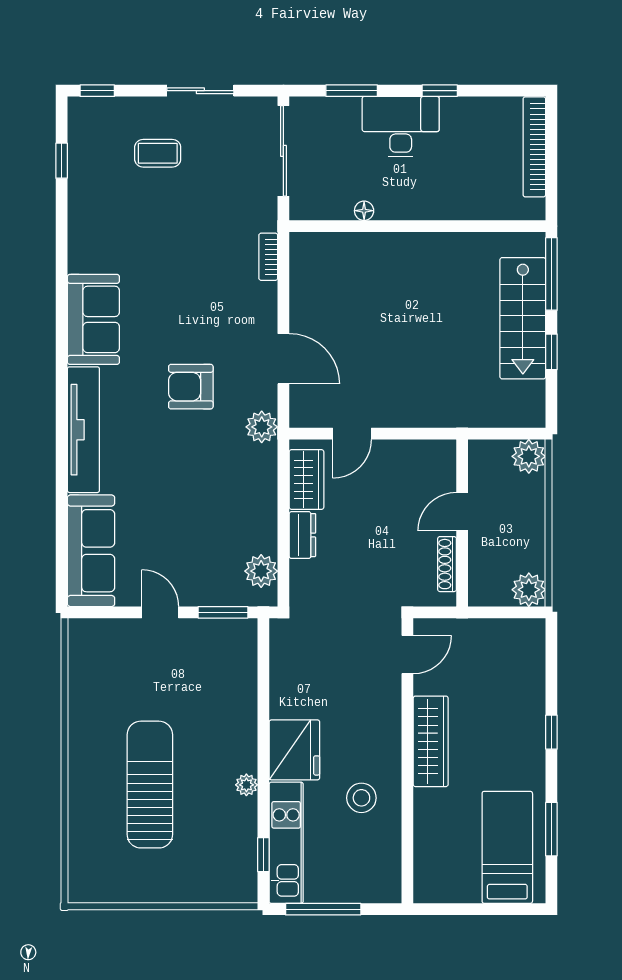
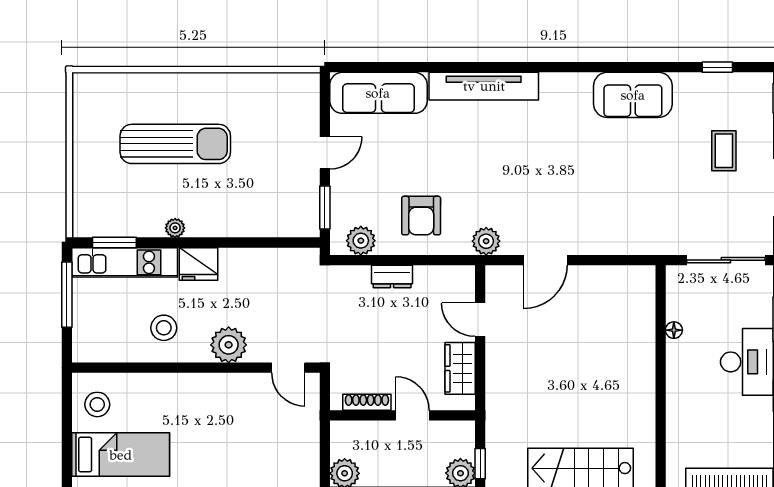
bookcase: (268, 257) -> (634, 247), removed
sofa: (93, 319) -> (633, 95), moved
armchair: (191, 387) -> (421, 216), moved, turned 180
window: (518, 434) -> (480, 464), added
wardrobe: (307, 479) -> (460, 368), moved, turned 90
plant: (381, 723) -> (229, 345), added
wardrobe: (431, 741) -> (213, 388), removed
fridge: (294, 750) -> (199, 264), width x0.73, depth x0.75
window: (263, 855) -> (114, 242), width x1.50
stool: (450, 874) -> (97, 404), added

